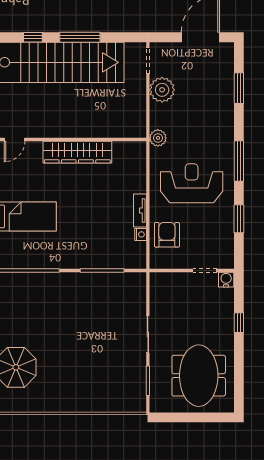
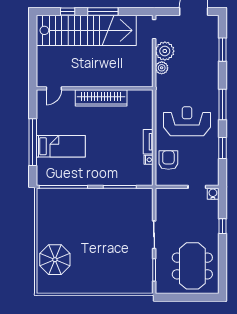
plant: (158, 138) -> (162, 68), moved

